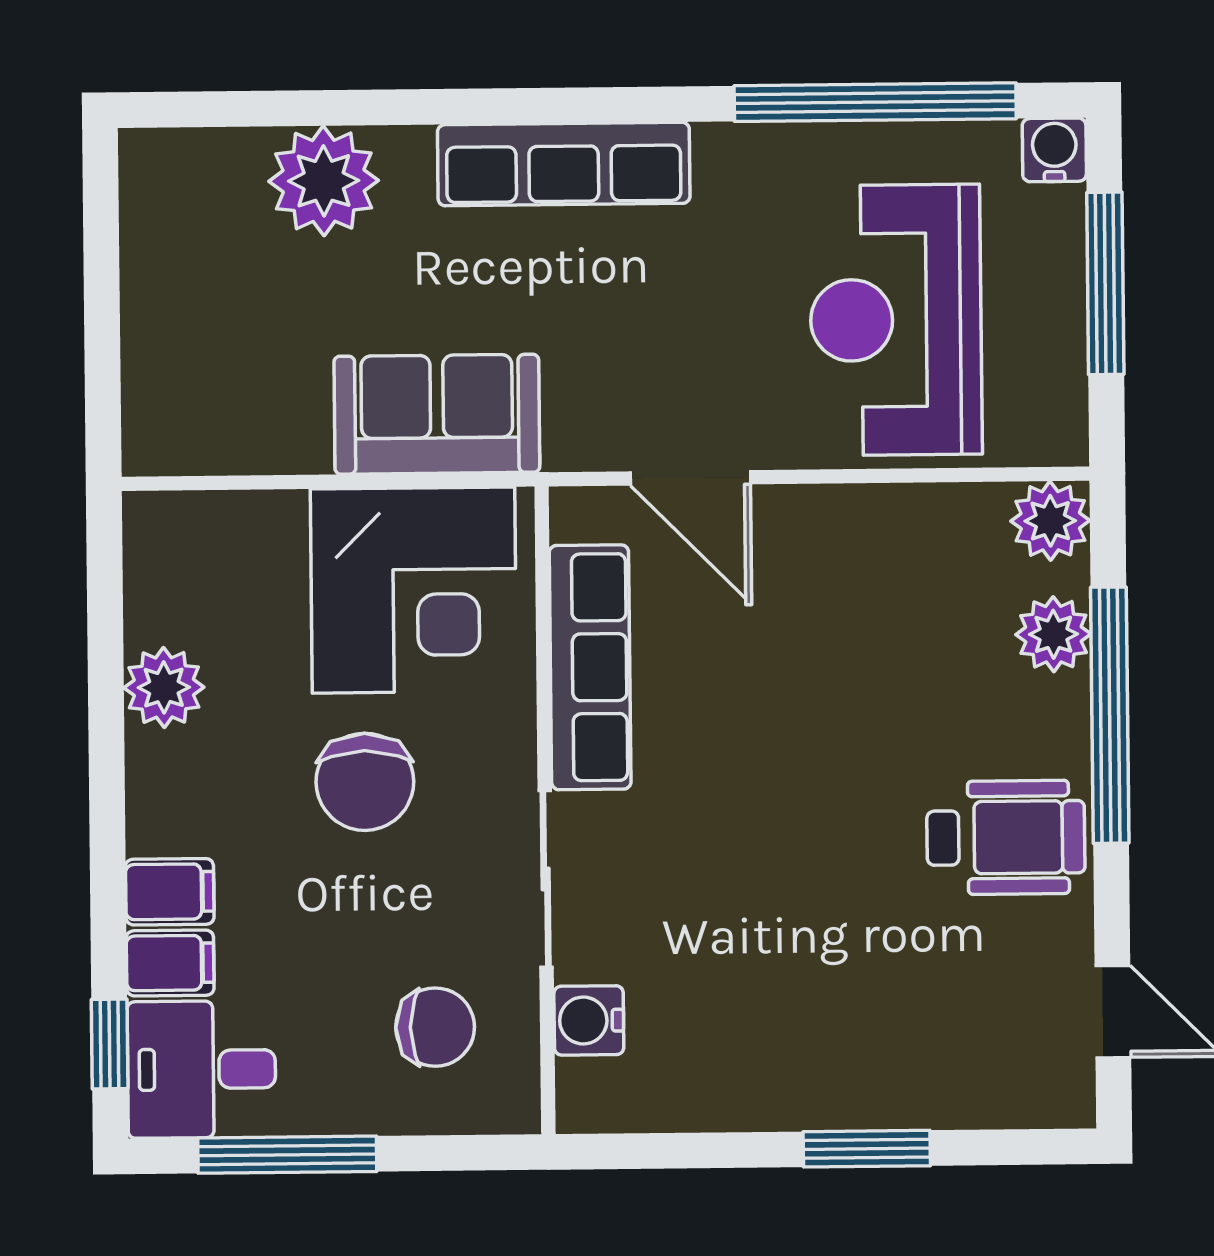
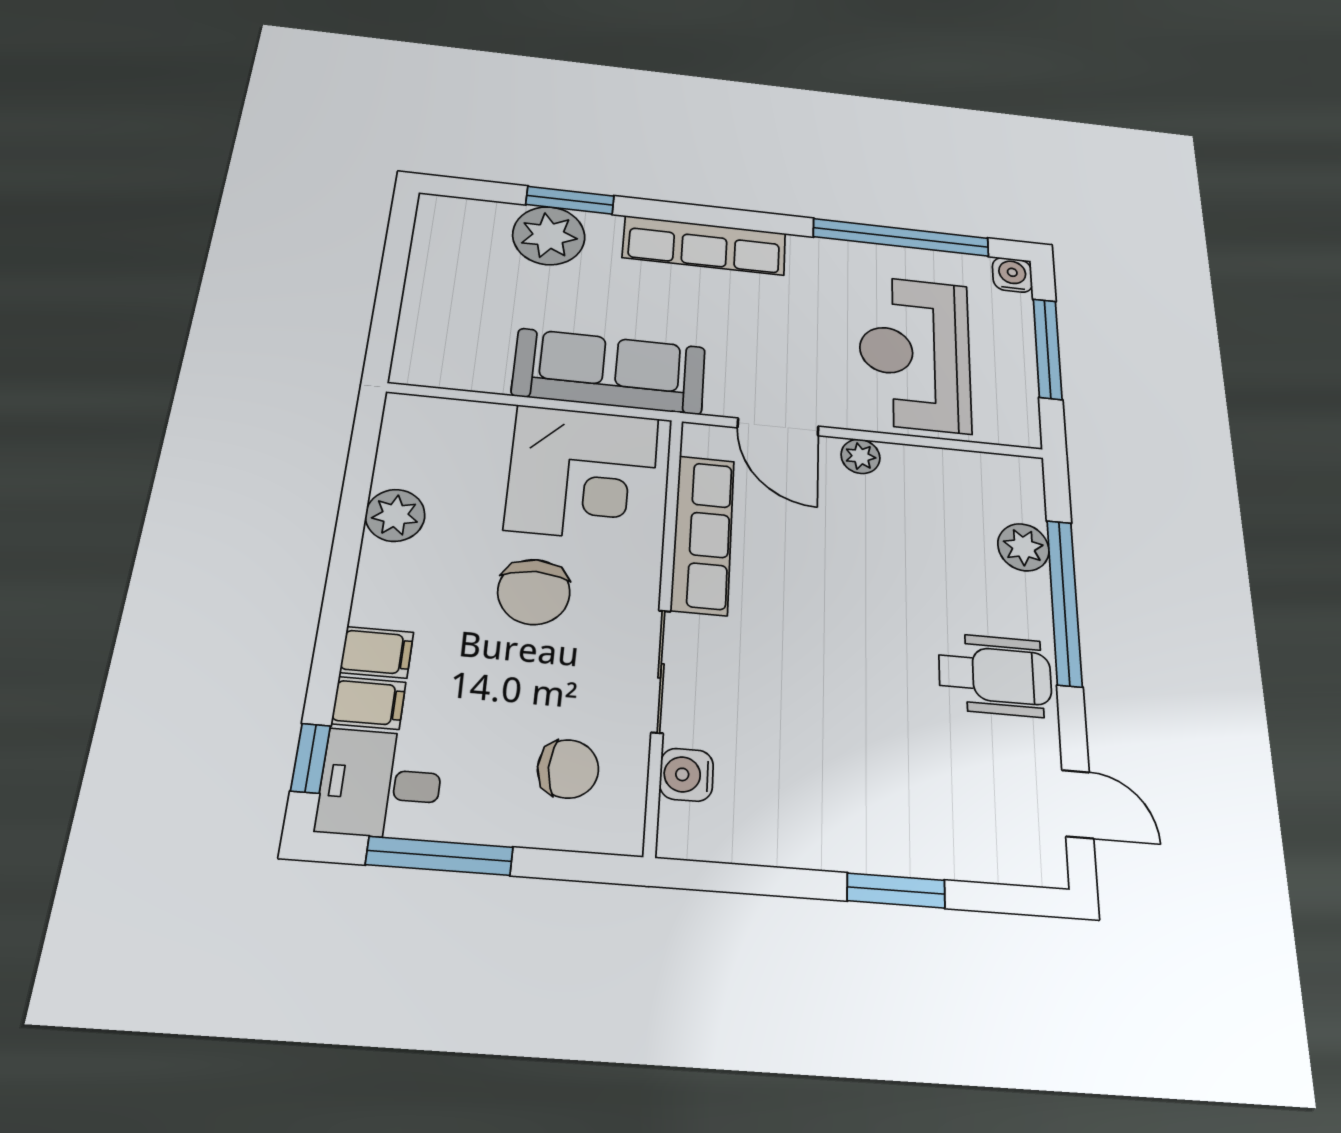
window: (349, 108) -> (570, 200), added
sofa: (437, 414) -> (609, 371), width x1.36
plant: (1050, 521) -> (860, 456), moved, width x0.73, depth x0.73

